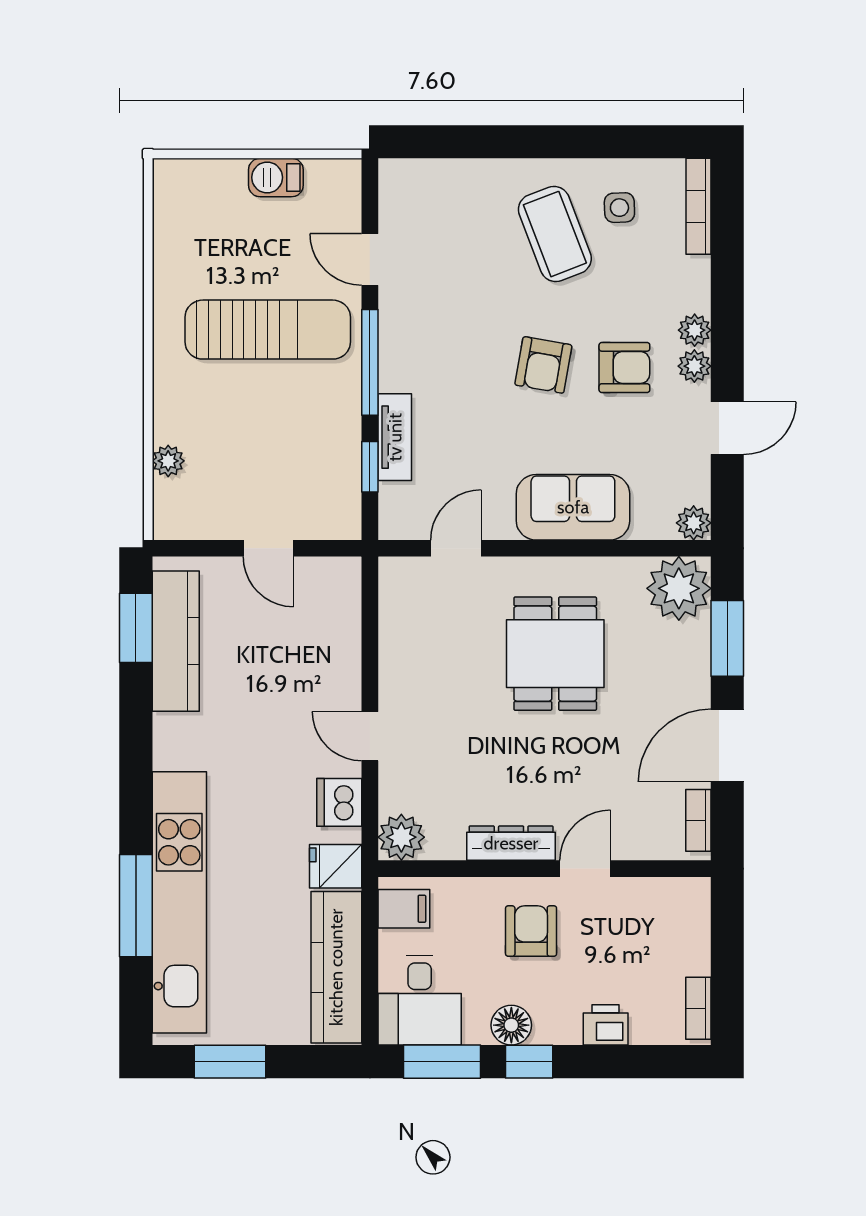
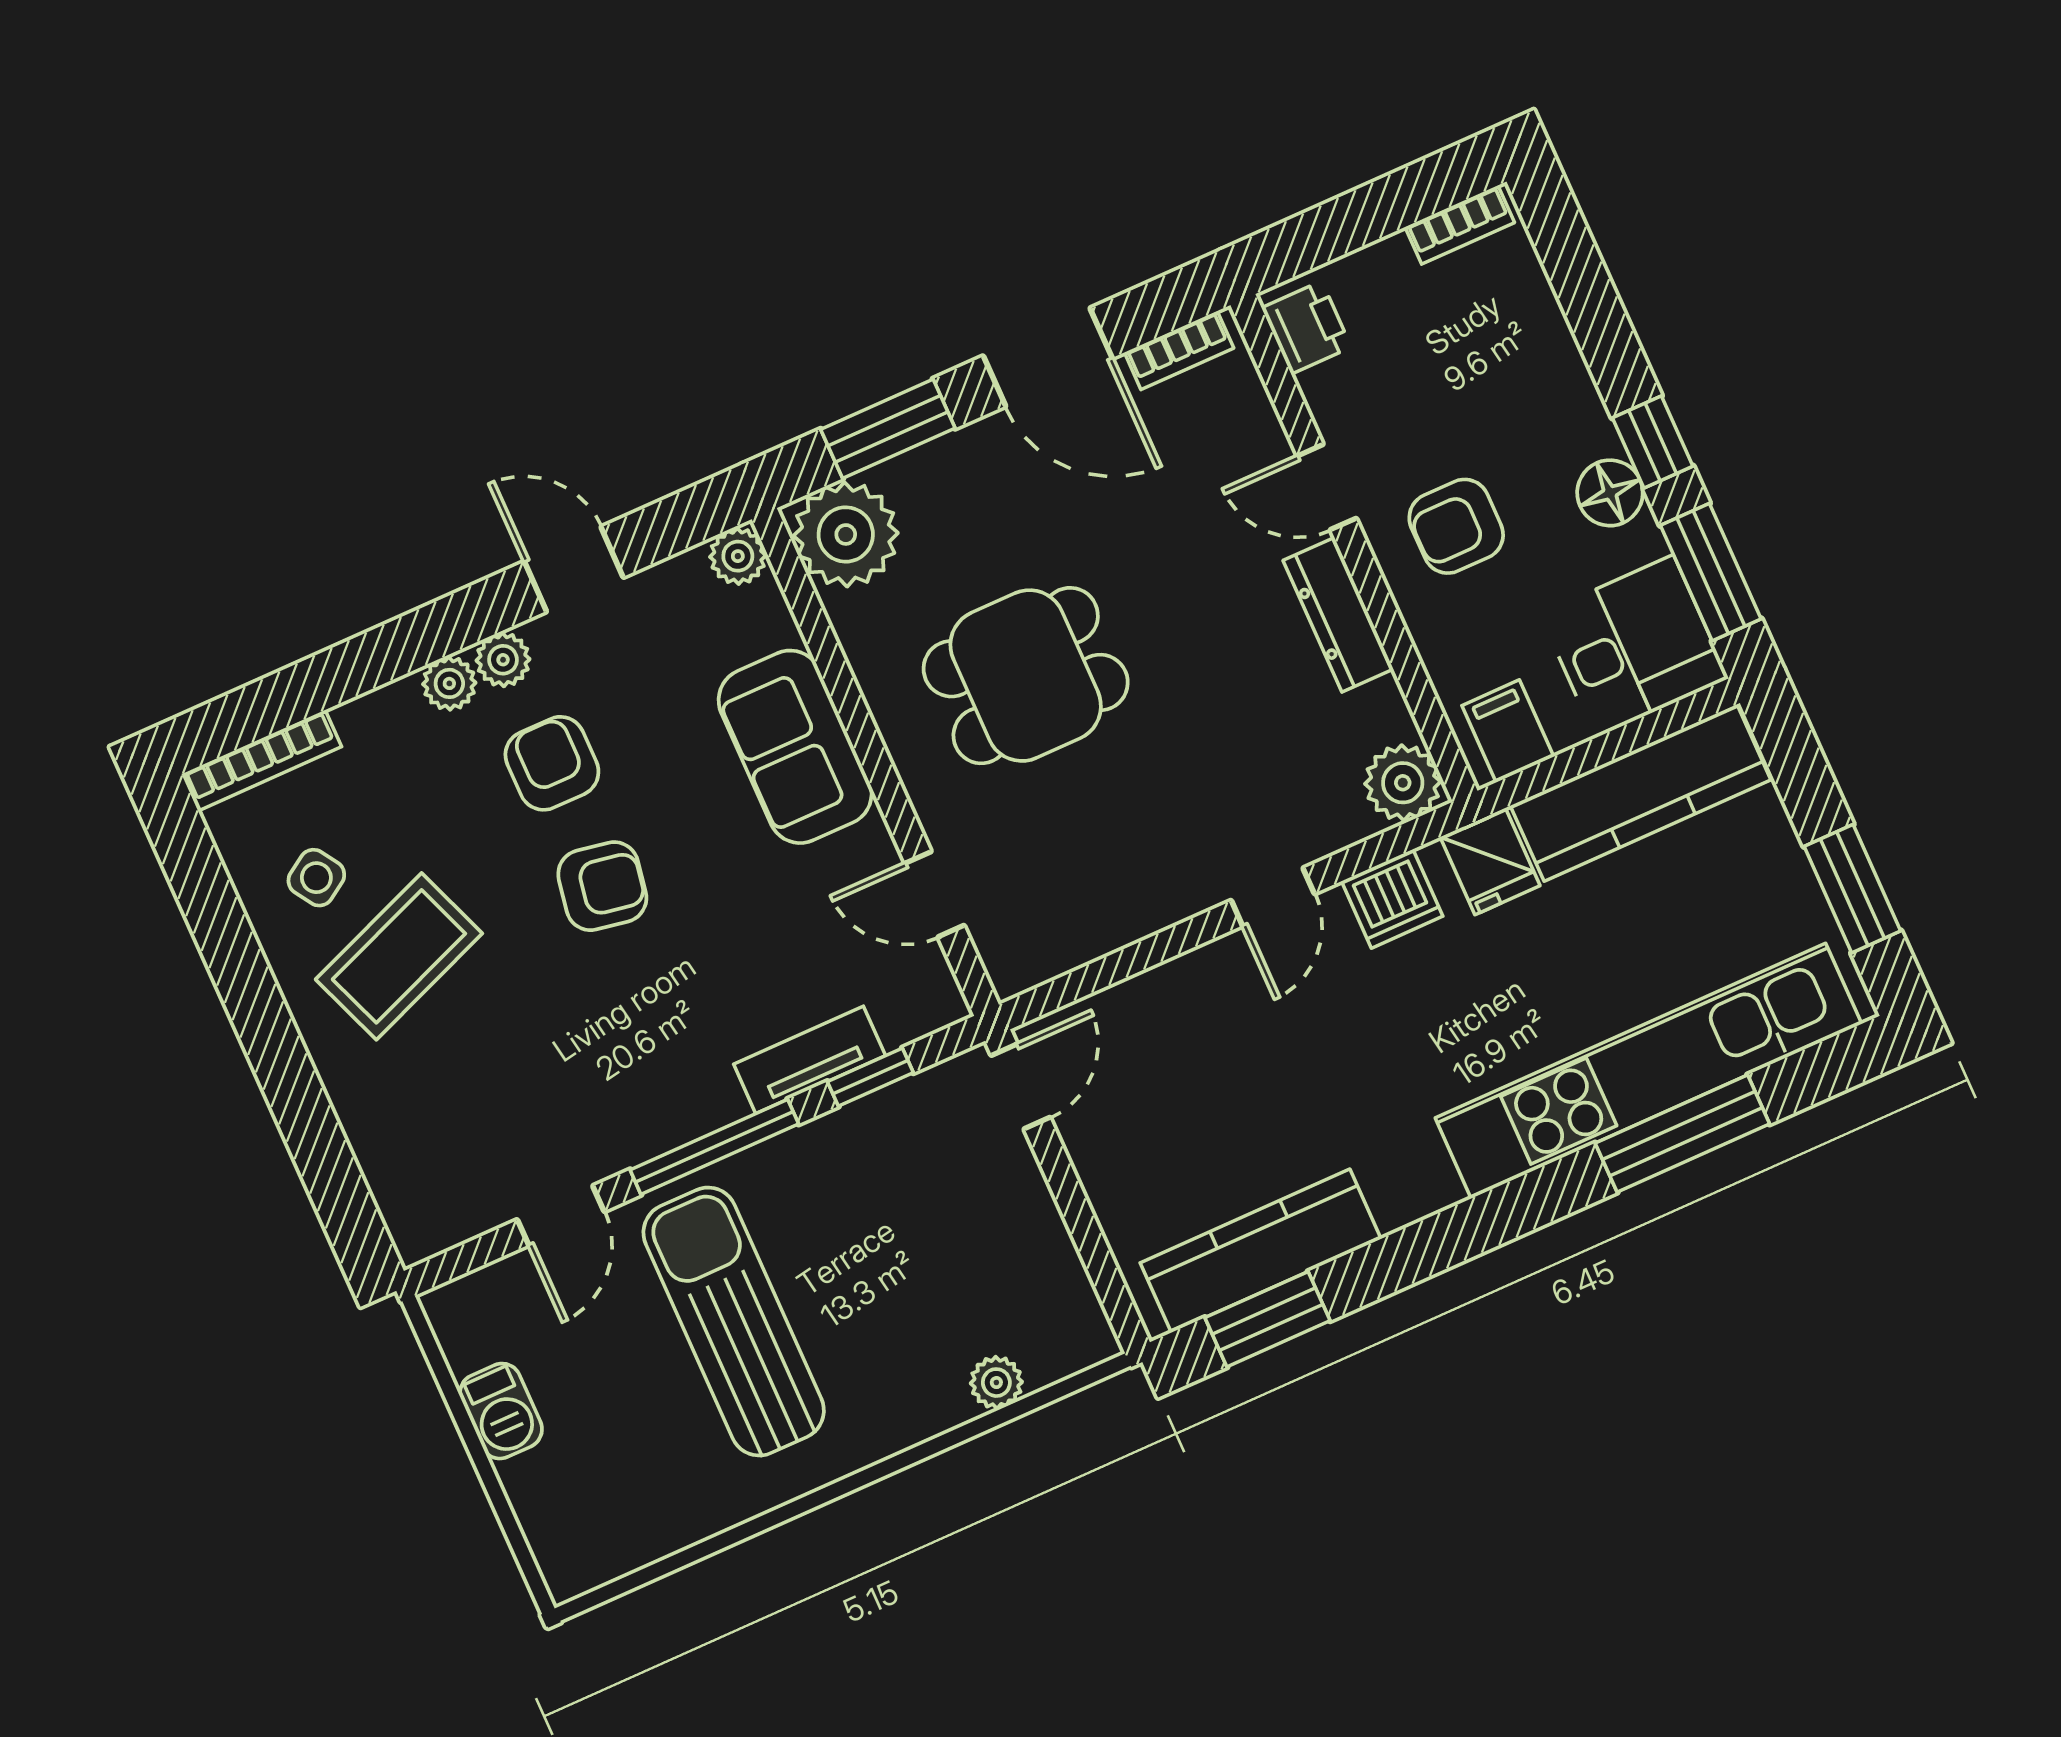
side table: (619, 208) -> (316, 878), turned -31
door: (268, 548) -> (1021, 1086), moved
printer: (606, 1025) -> (1306, 328), moved, turned 180

